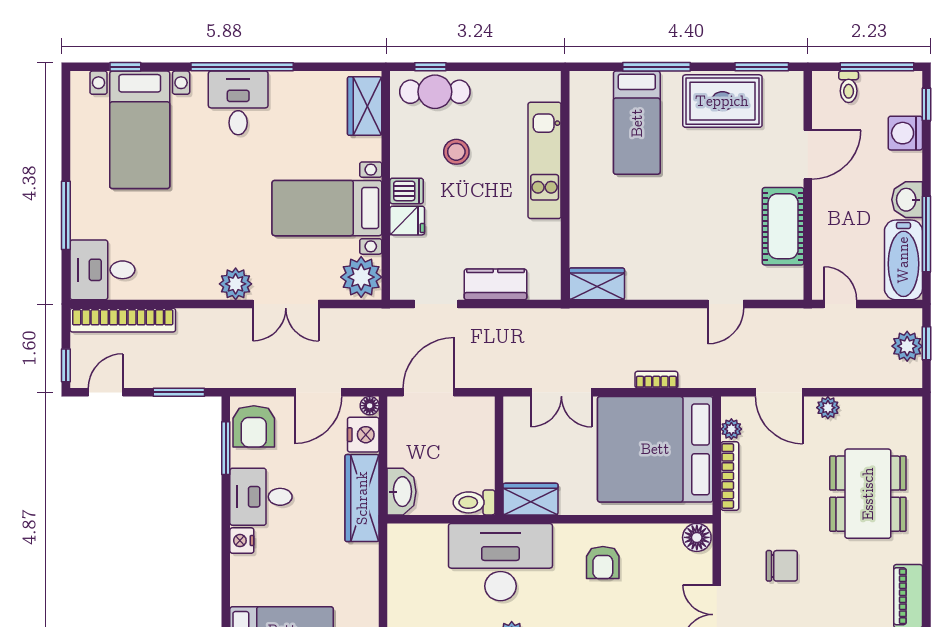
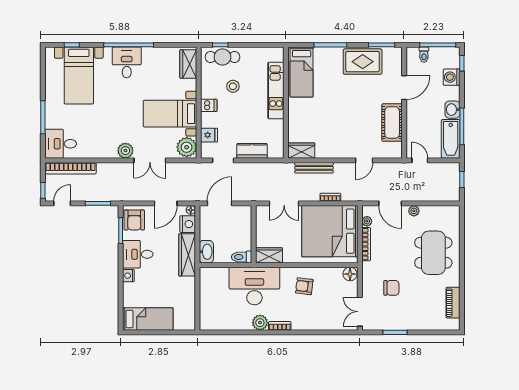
bed: (637, 123) -> (302, 72), moved
fridge: (407, 221) -> (209, 135), moved
bench: (623, 319) -> (314, 168), added
plant: (907, 346) -> (452, 181), removed
armchair: (603, 562) -> (304, 286), turned 97

